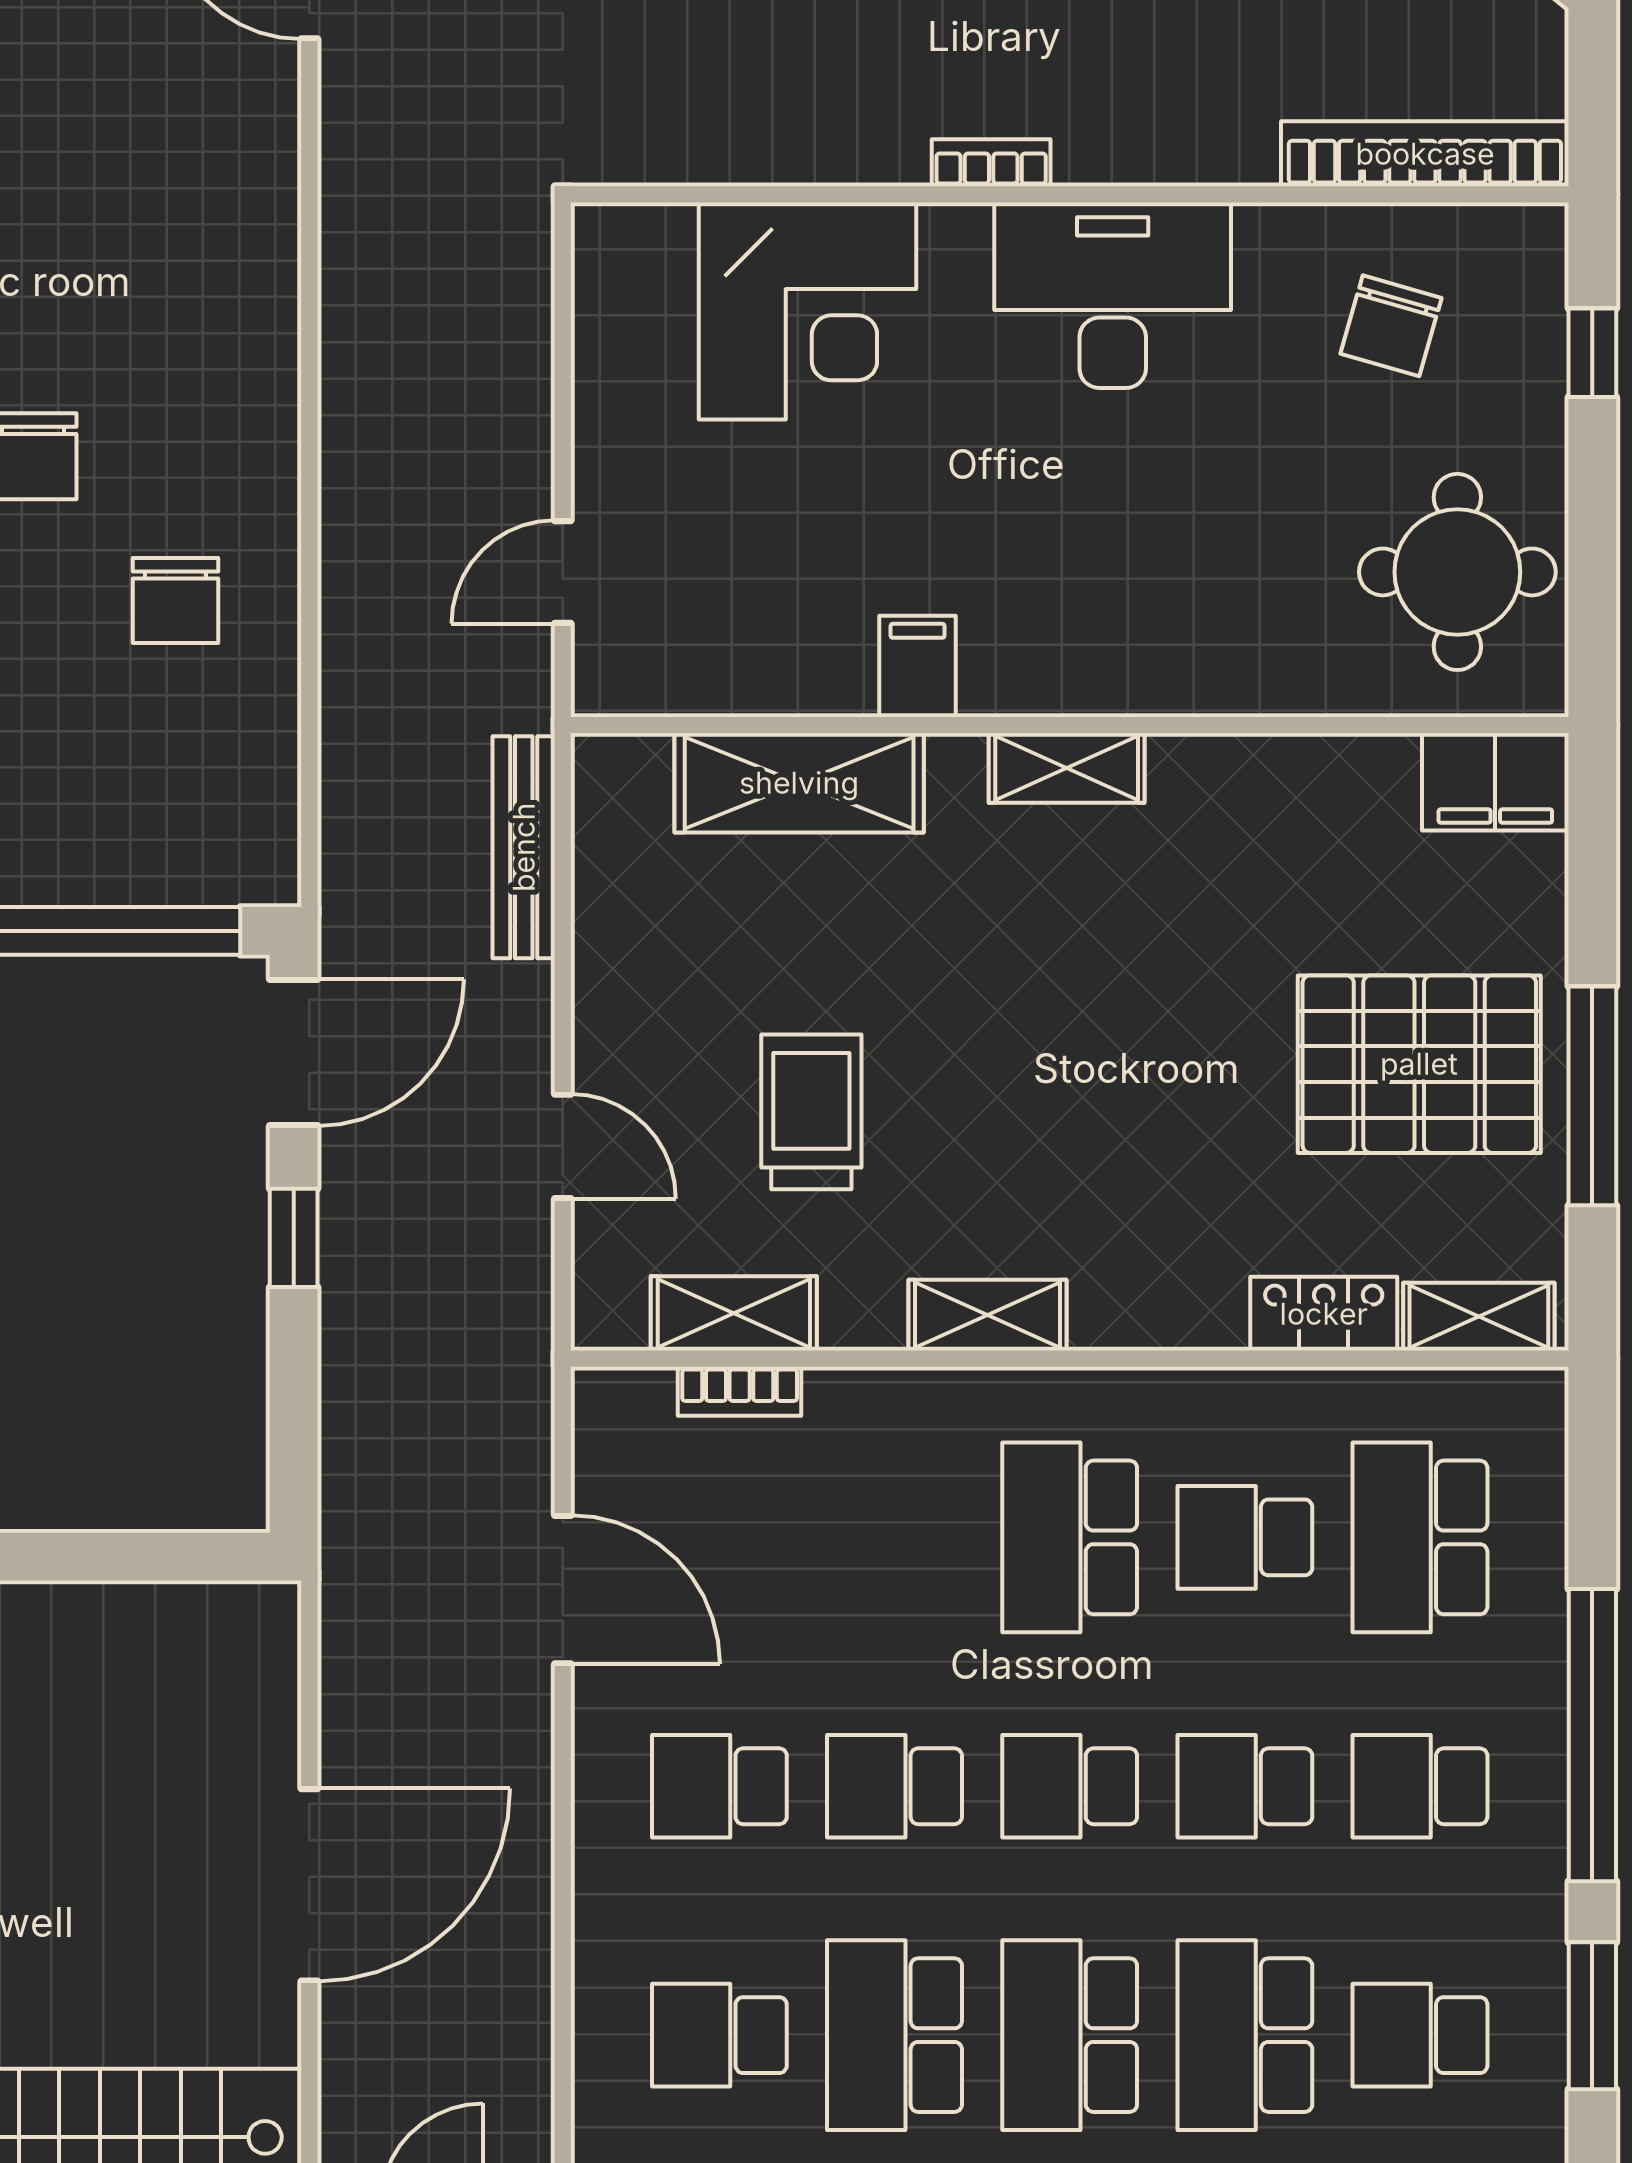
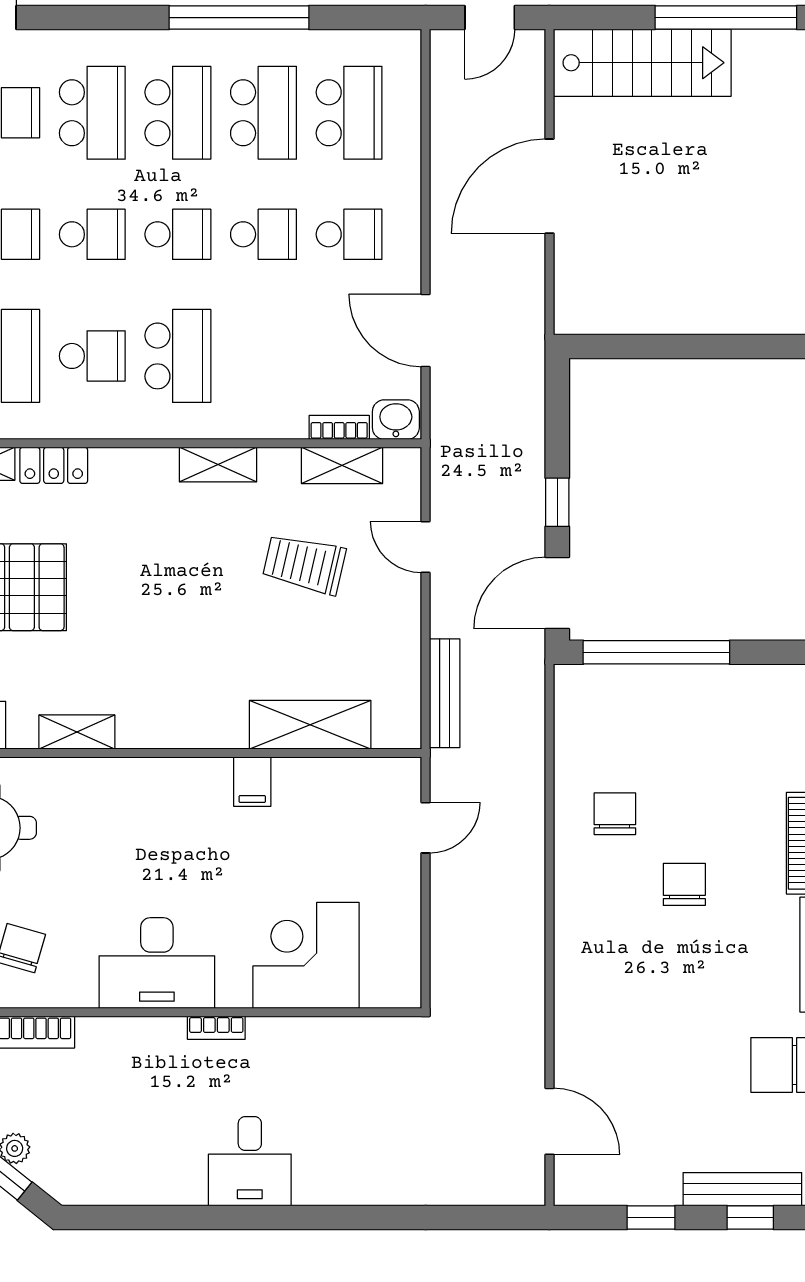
shelving: (1067, 768) -> (77, 732), moved
trolley: (811, 1112) -> (304, 564), turned 103
washbasin: (624, 1407) -> (396, 420), added
school desk: (719, 2035) -> (349, 113), width x1.85

